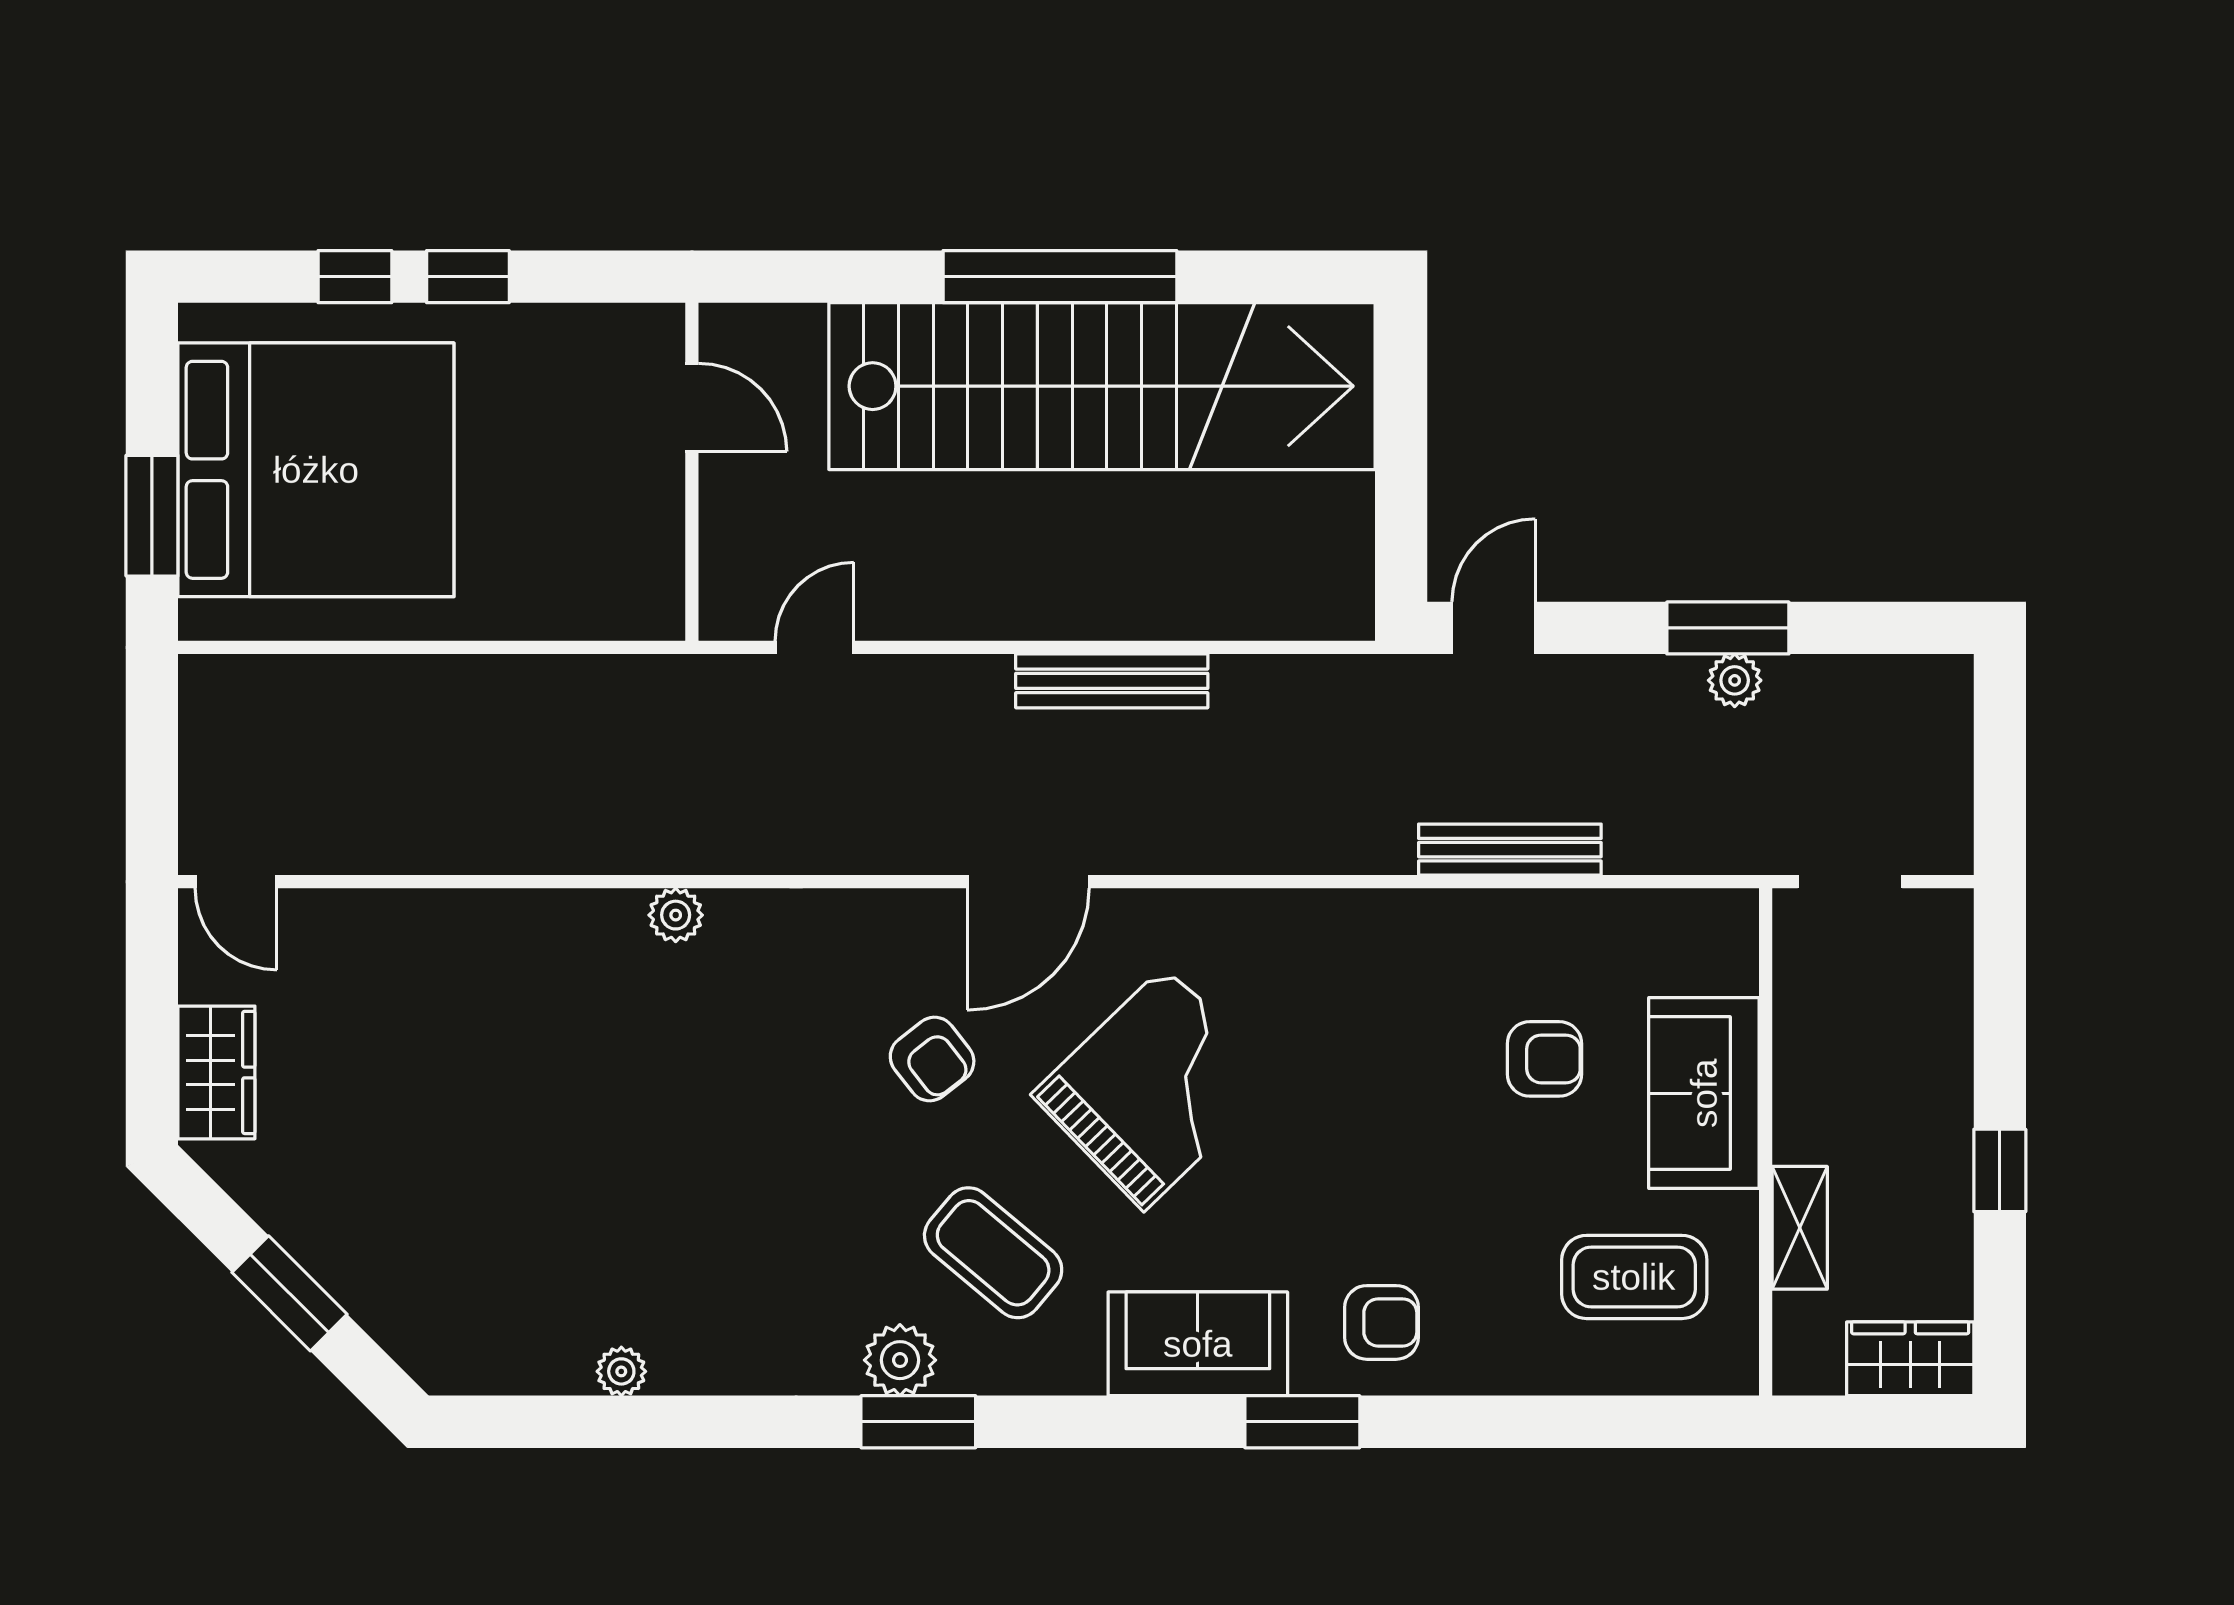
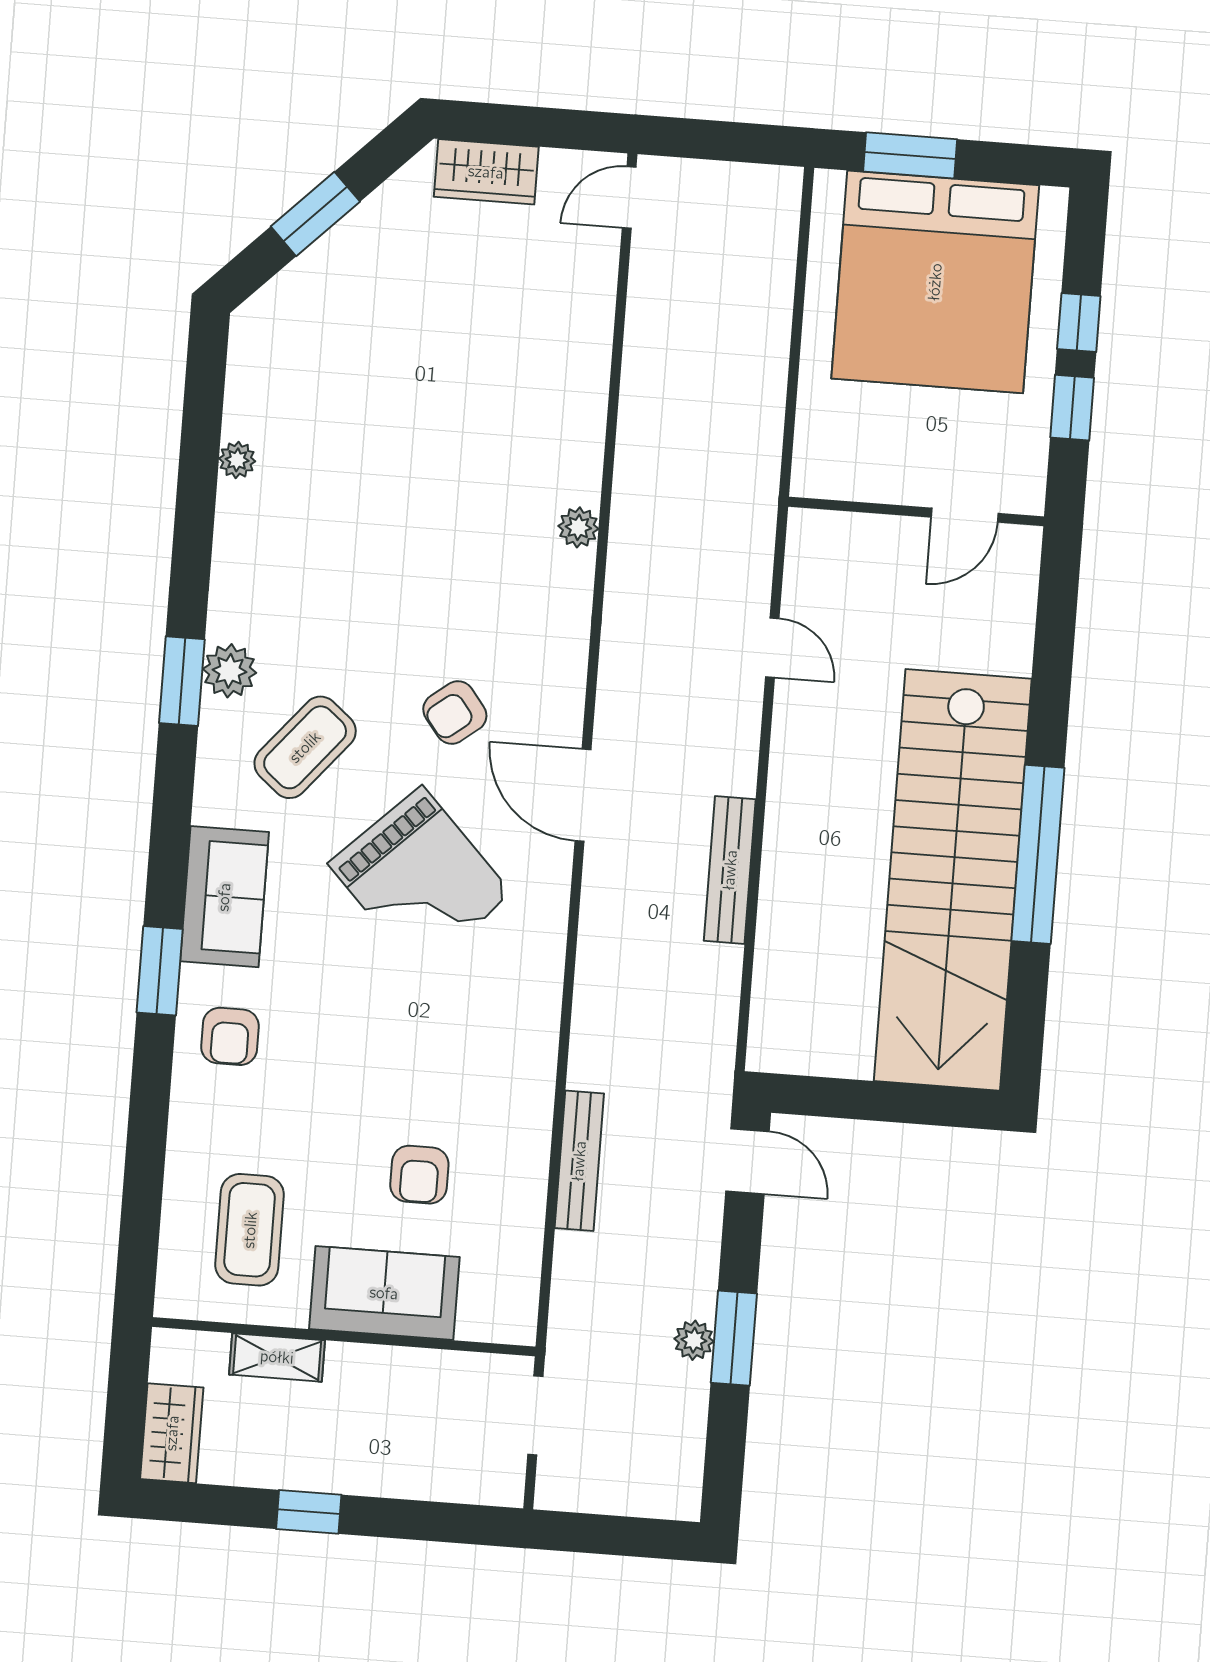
door: (692, 407) -> (965, 515), moved
wall: (692, 472) -> (916, 511), moved

